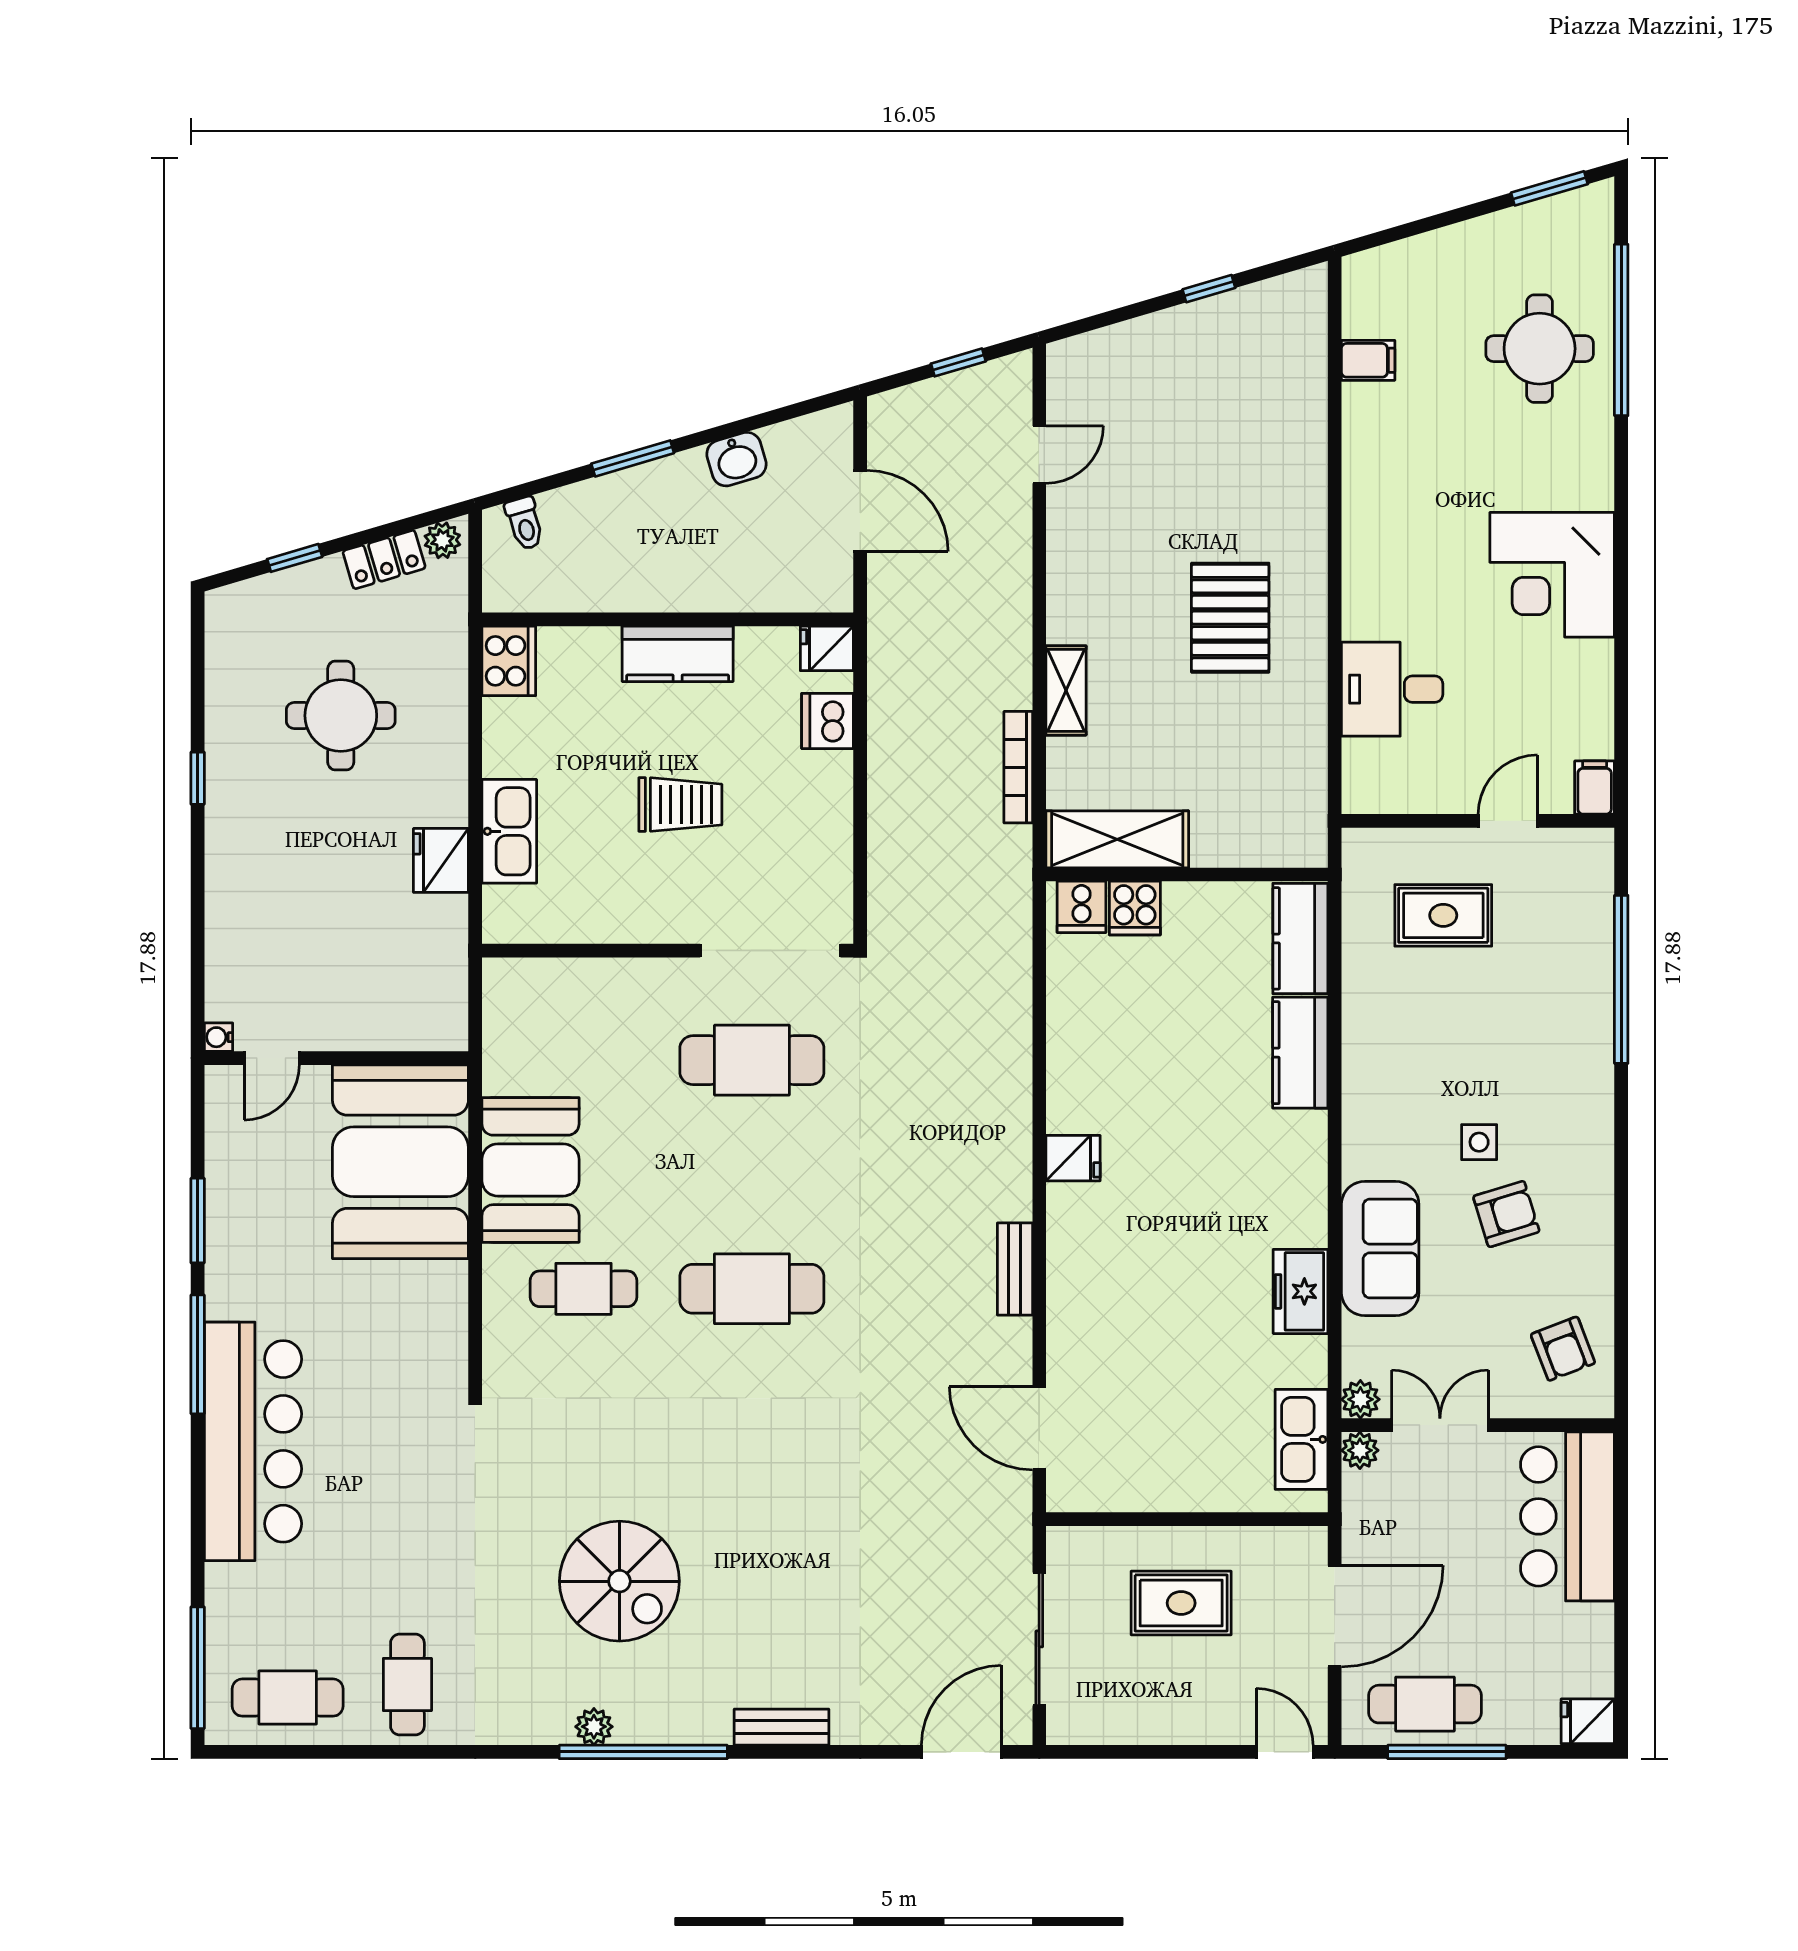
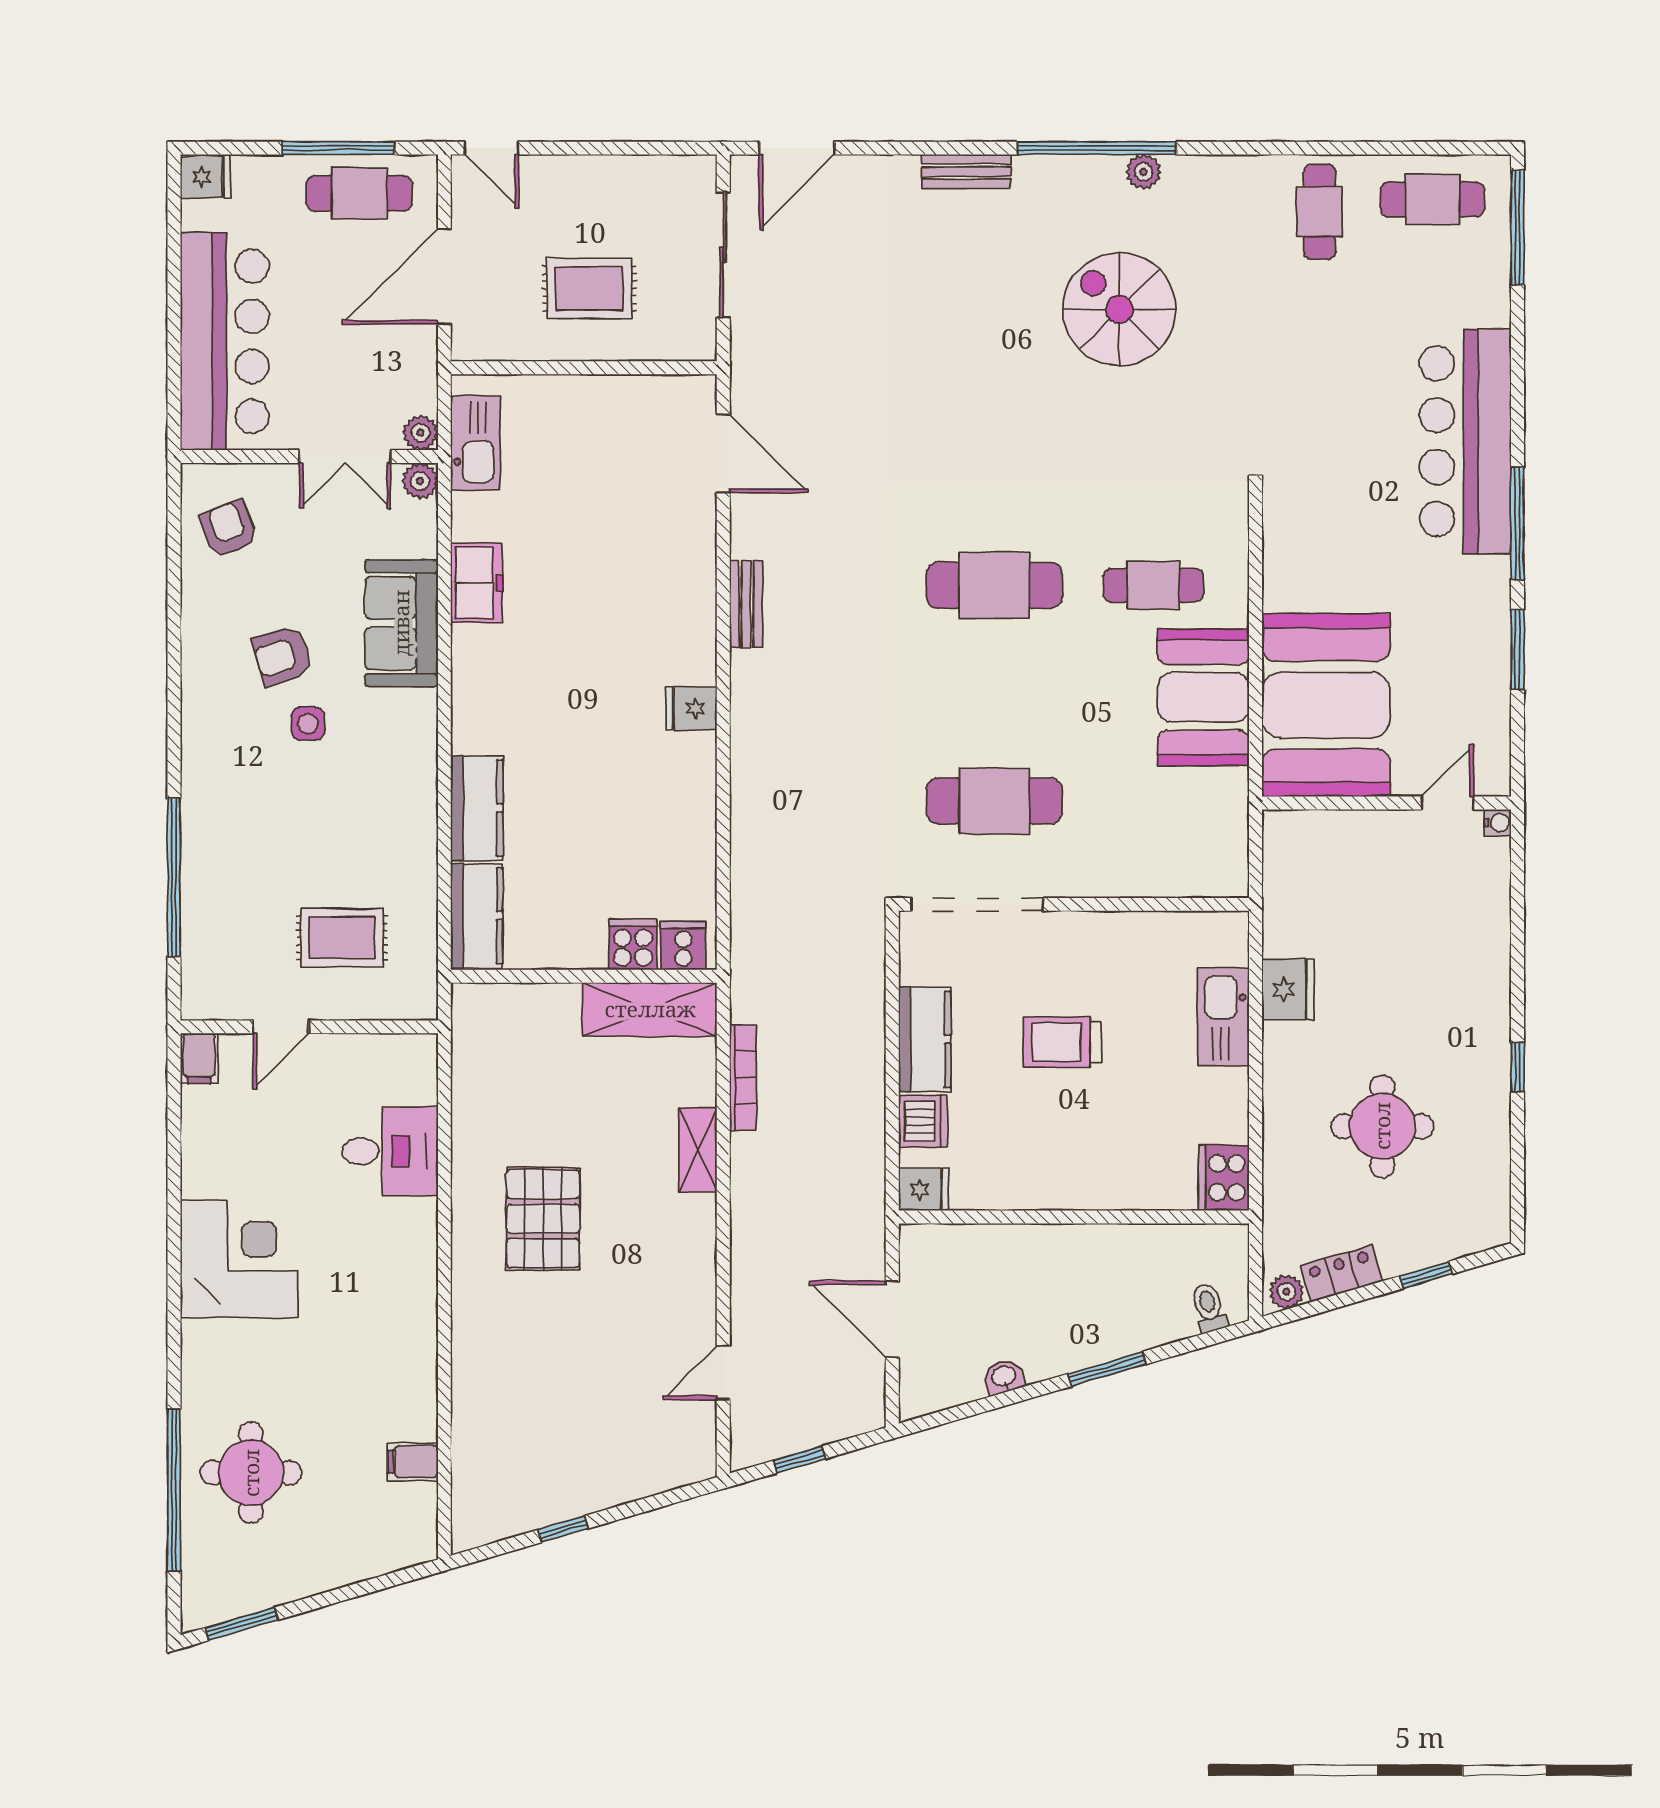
washbasin: (736, 459) -> (1004, 1377), width x0.72, depth x0.69
kitchen counter: (678, 654) -> (925, 1039), moved, turned 90
bar counter: (1567, 1516) -> (225, 341), width x1.36

